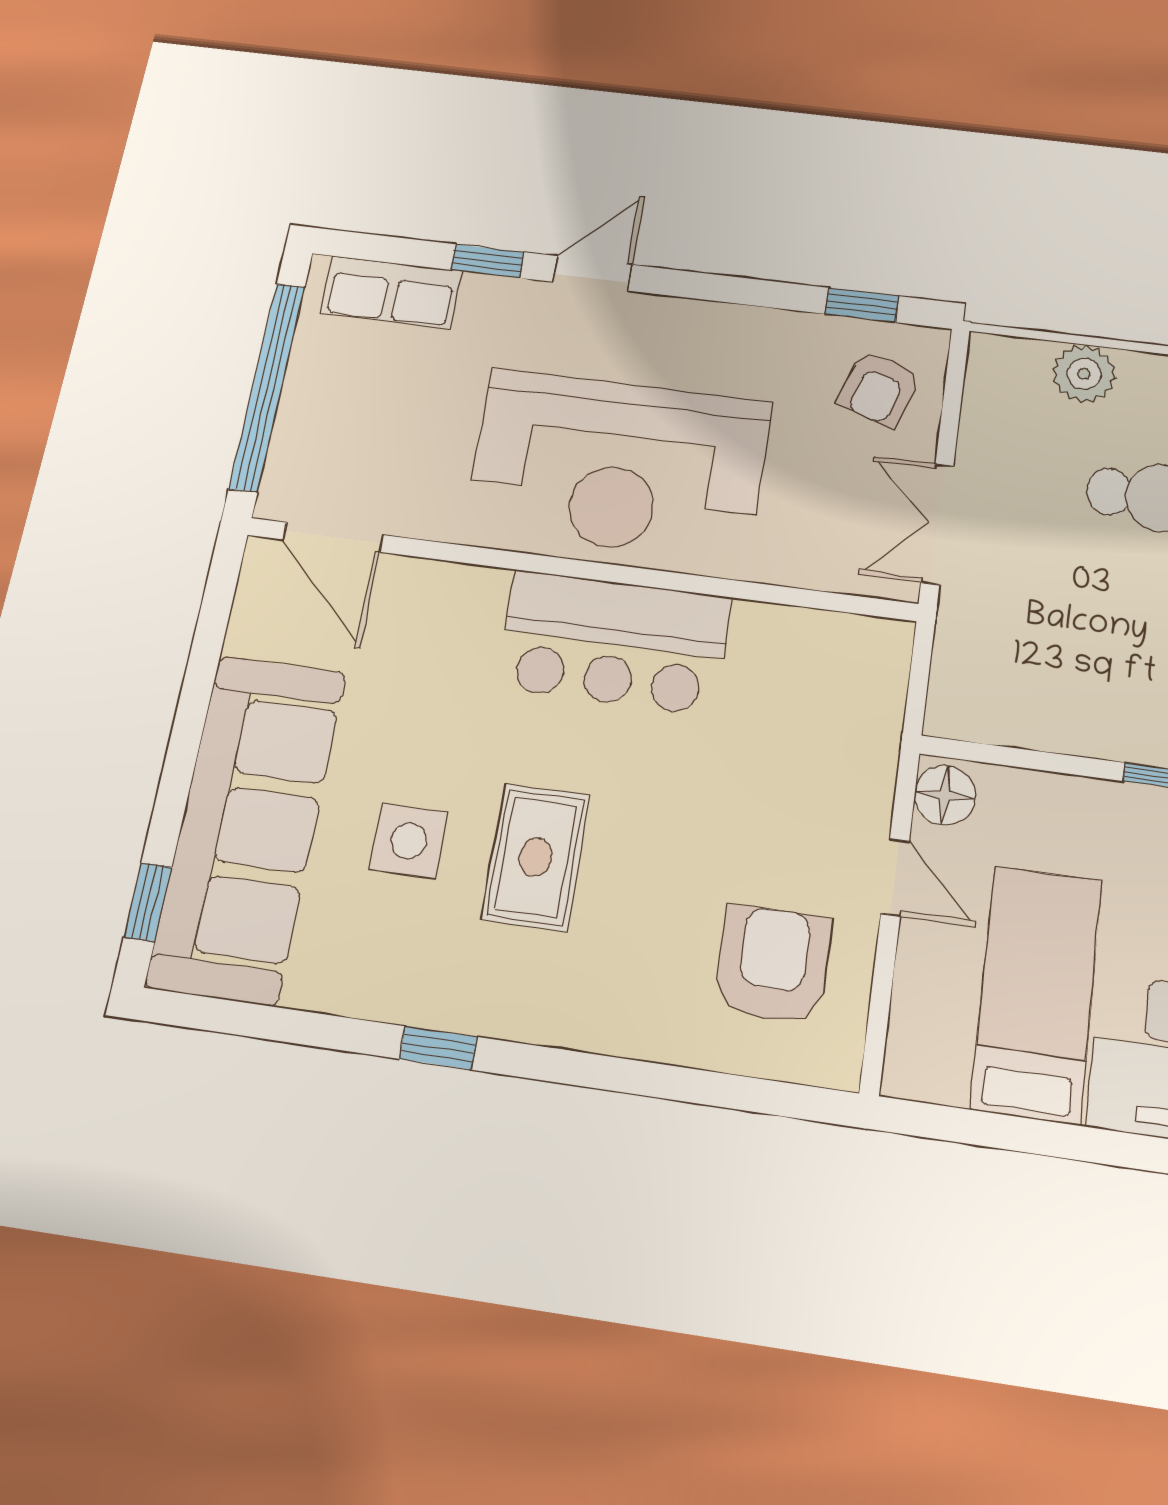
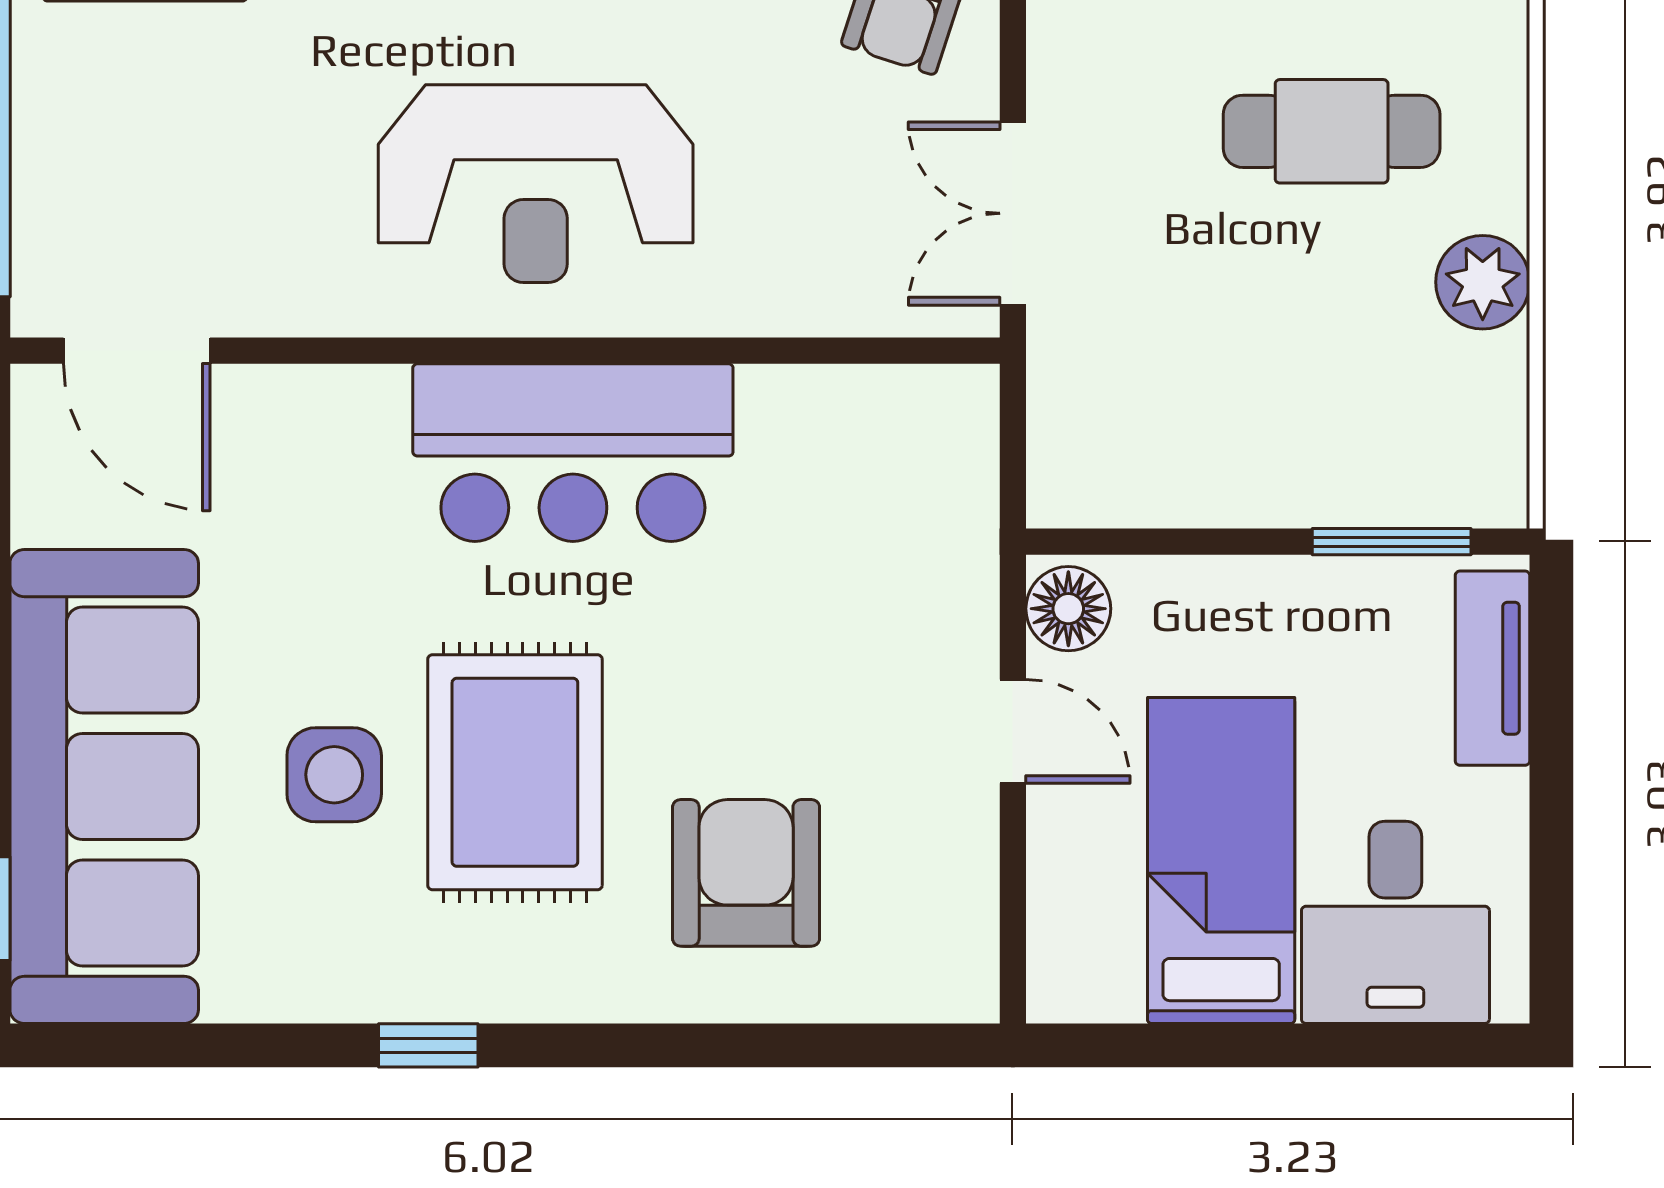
reception desk: (618, 465) -> (536, 184), width x0.74, depth x0.77
rug: (536, 857) -> (515, 772), width x1.36, depth x1.43
armchair: (773, 964) -> (746, 873), moved

